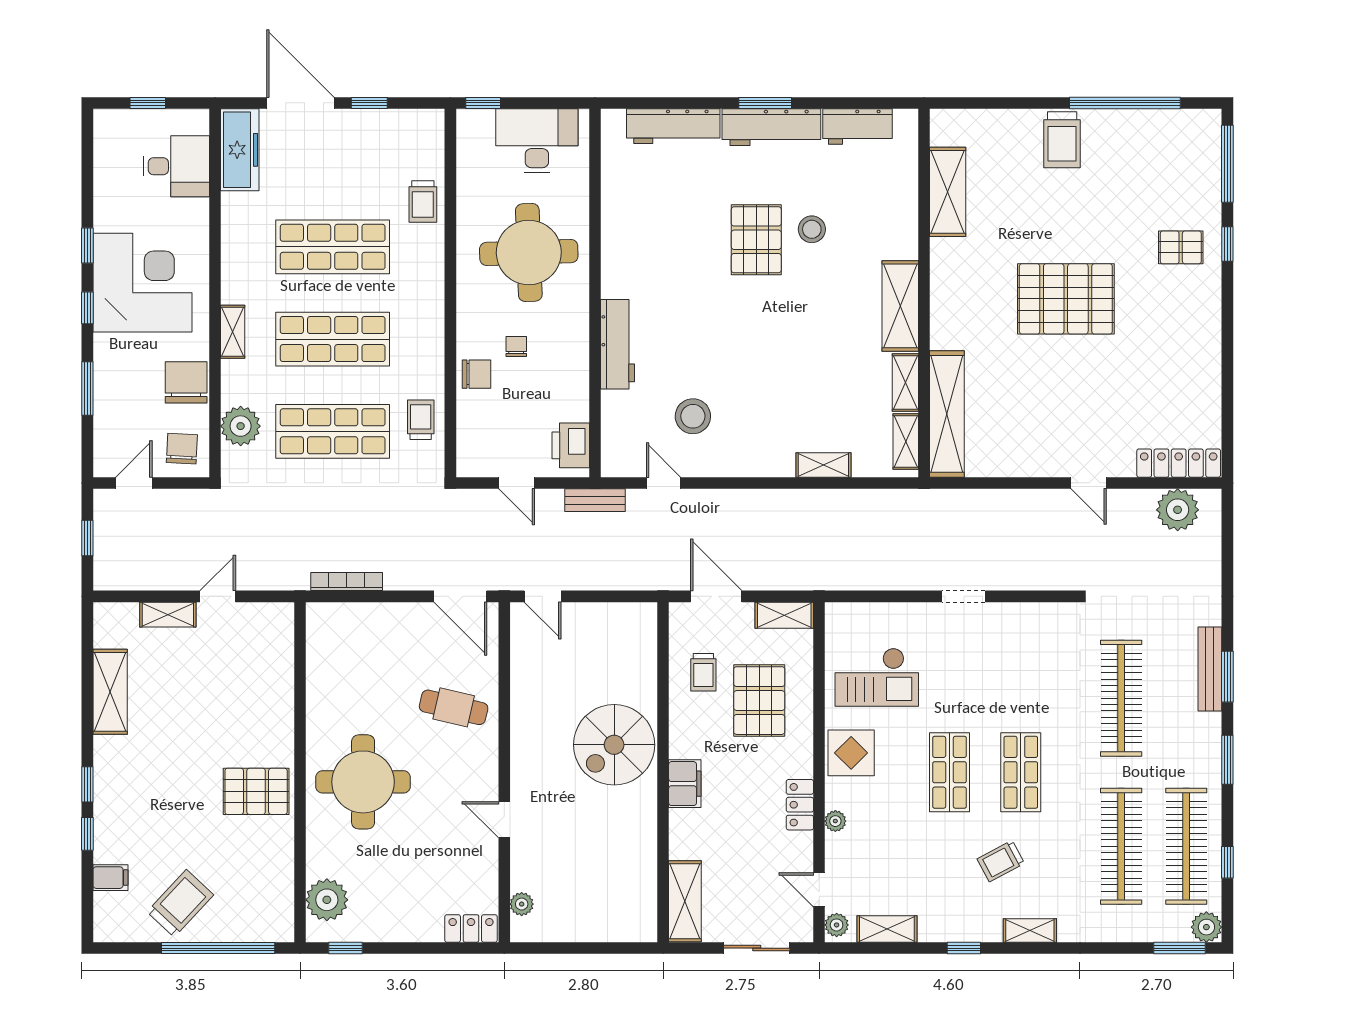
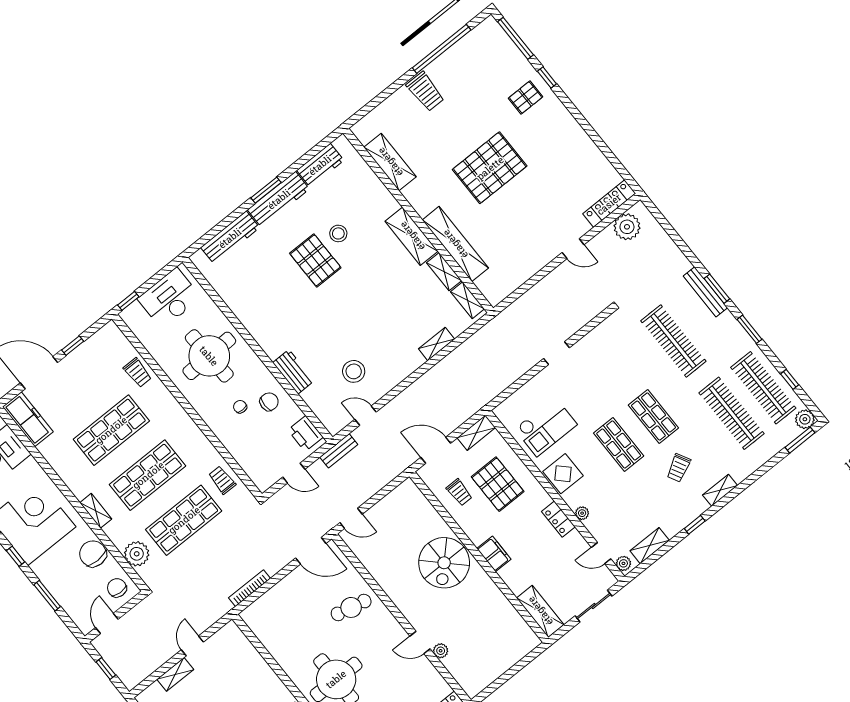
workbench: (618, 344) -> (293, 372), width x0.73
chair: (476, 374) -> (269, 402), moved
shelving: (947, 414) -> (455, 244), moved
plant: (522, 904) -> (441, 651), moved

